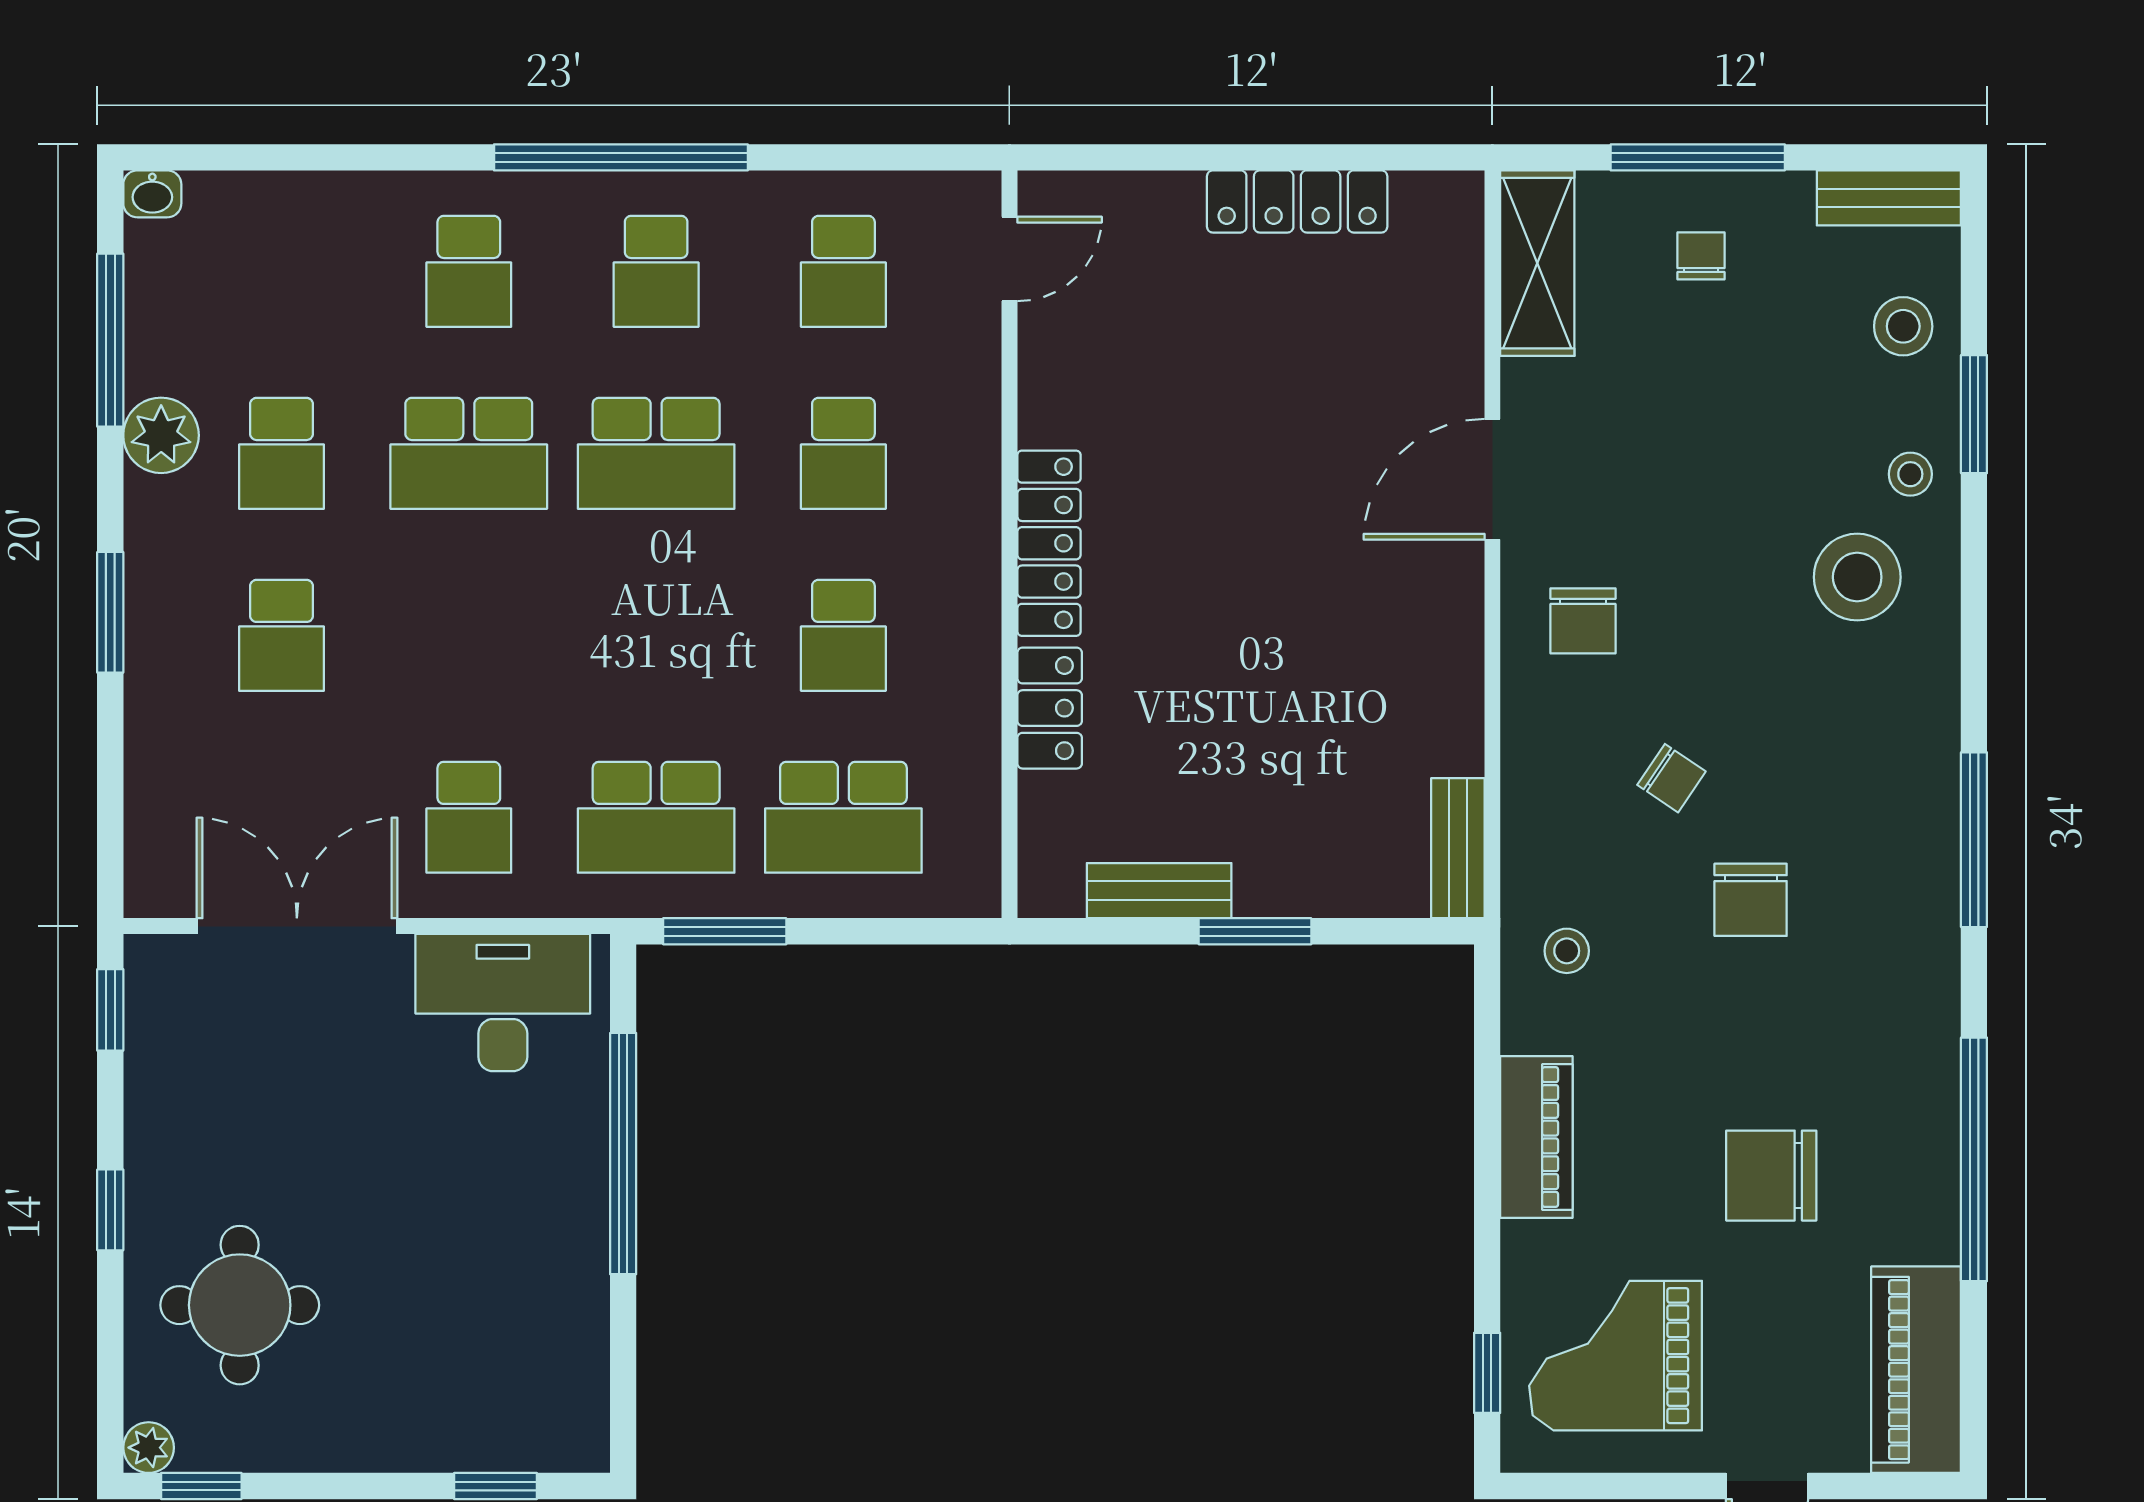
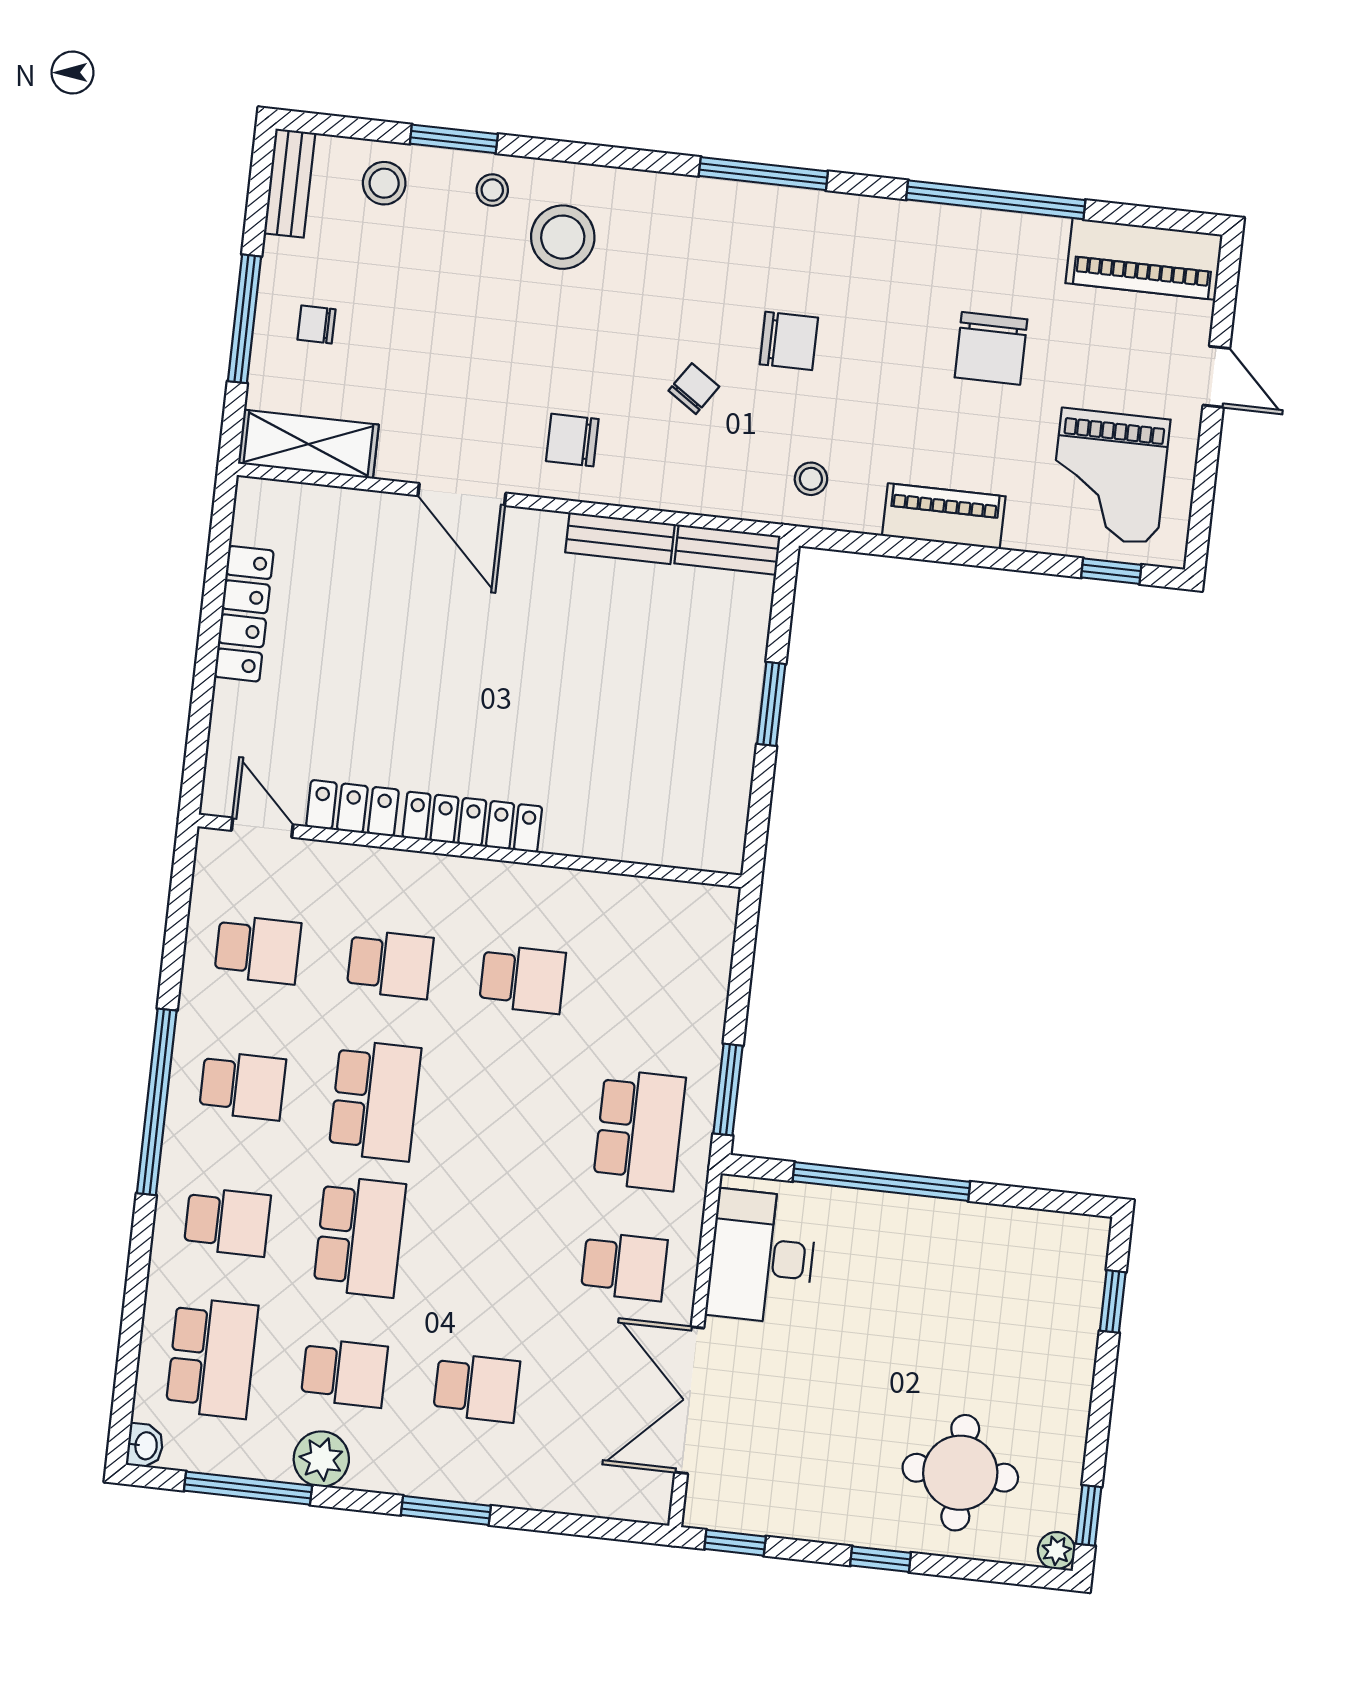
chair: (1583, 621) -> (572, 440), turned 180
locker: (1050, 708) -> (352, 808), moved
school desk: (843, 817) -> (212, 1358), moved
bench: (1159, 891) -> (620, 538), moved, turned 90

